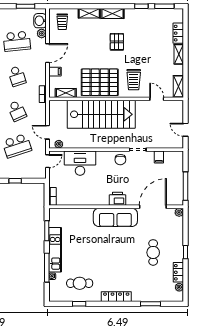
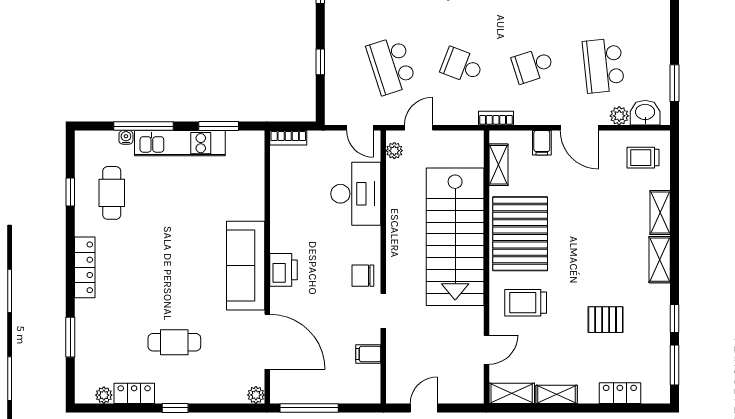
pallet: (117, 42) -> (606, 320), moved
shelving: (179, 54) -> (557, 394), moved
school desk: (17, 111) -> (462, 65), turned 45

